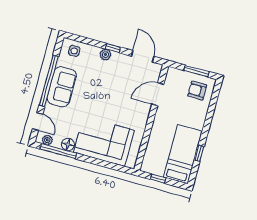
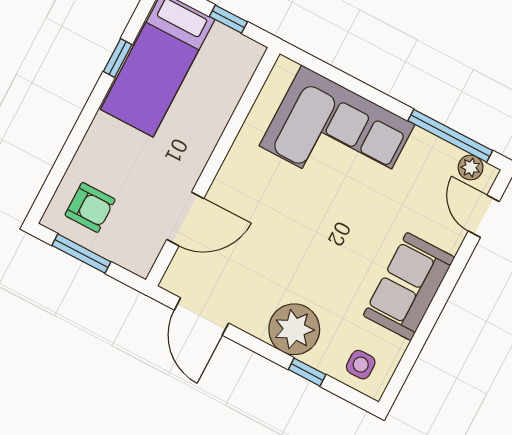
window: (113, 48) -> (307, 372), moved
plant: (105, 55) -> (294, 329), width x1.88, depth x1.88
window: (49, 81) -> (436, 307), removed
floor lamp: (68, 144) -> (424, 146), removed

